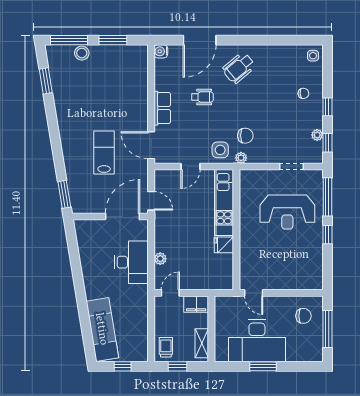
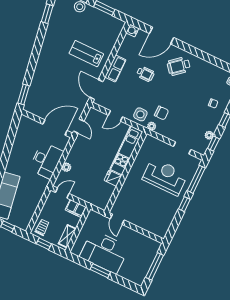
lab bench: (104, 153) -> (86, 54), moved, turned -90
reception desk: (287, 212) -> (165, 177), turned 180
chair: (304, 316) -> (143, 250), removed

